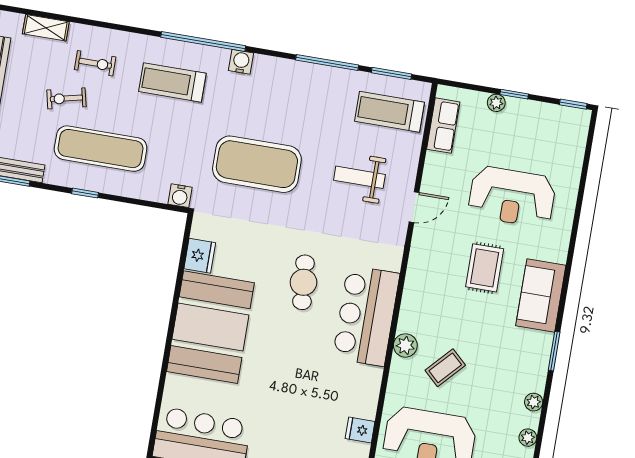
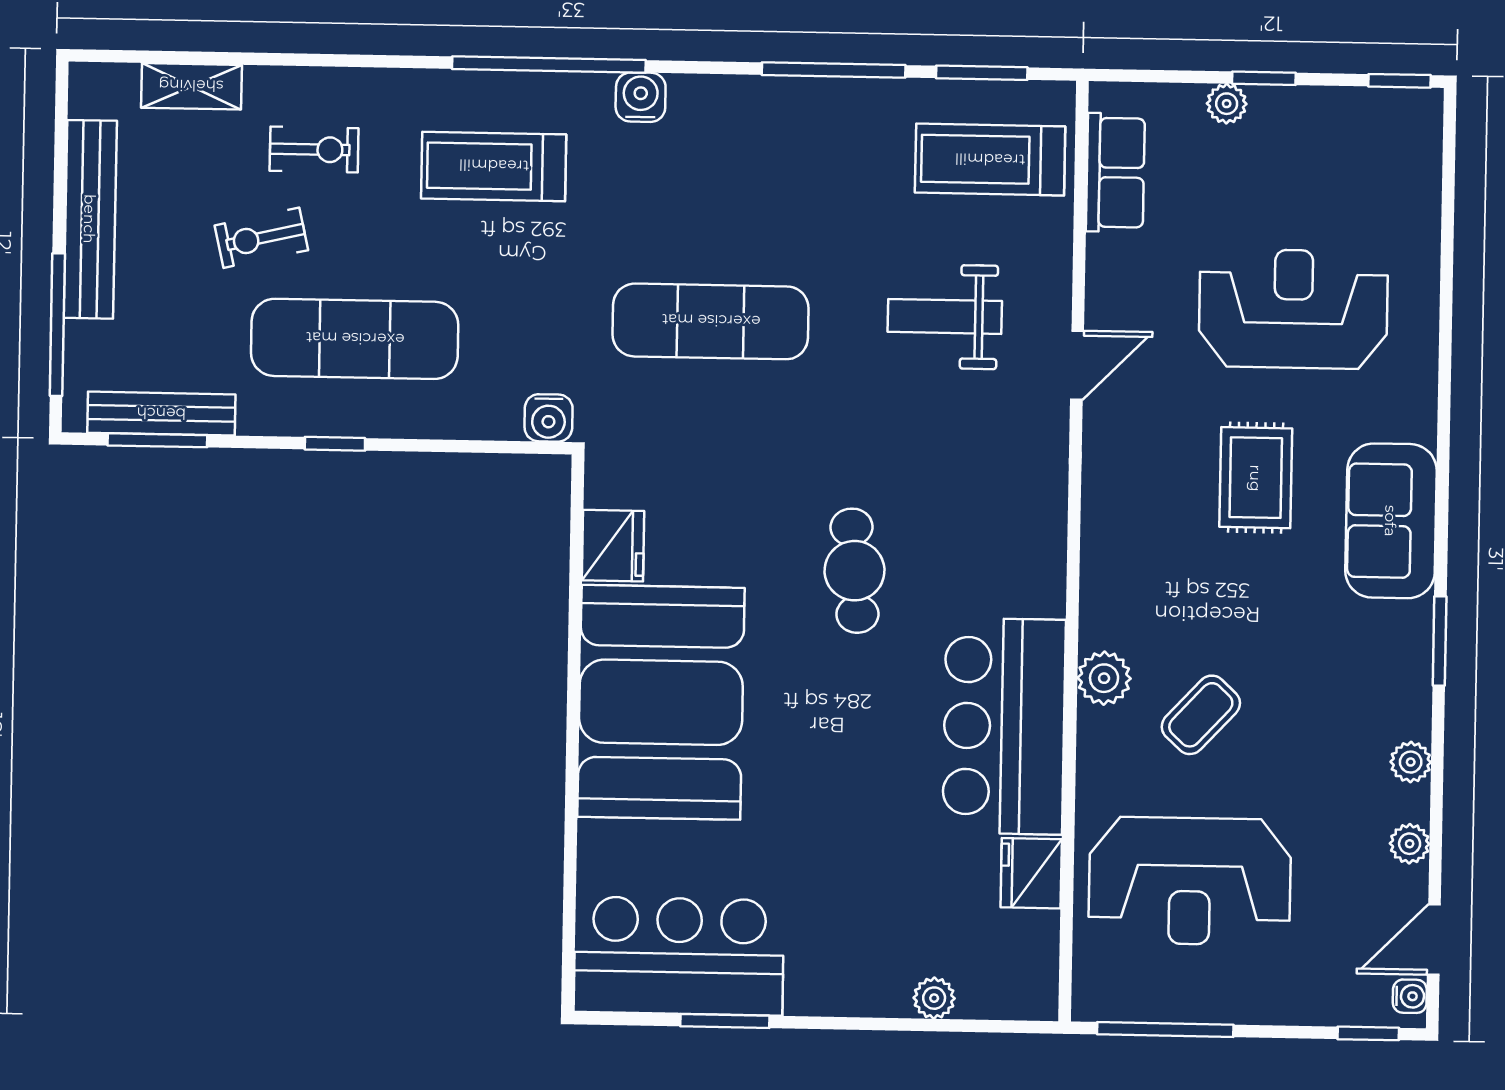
exercise mat: (257, 164) -> (711, 321), width x0.68
reception desk: (512, 197) -> (1293, 309), turned 180
bar counter: (366, 316) -> (1004, 726), moved
fridge: (360, 430) -> (1031, 873), width x1.38

